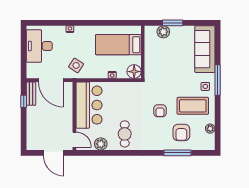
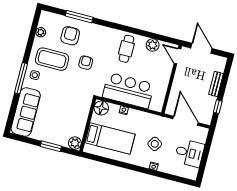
plant: (163, 32) -> (75, 143), moved
desk: (39, 46) -> (189, 153), width x0.73
side table: (76, 65) -> (155, 144), moved
bench: (31, 94) -> (216, 84), moved
bar counter: (89, 105) -> (128, 91), moved, turned 90

